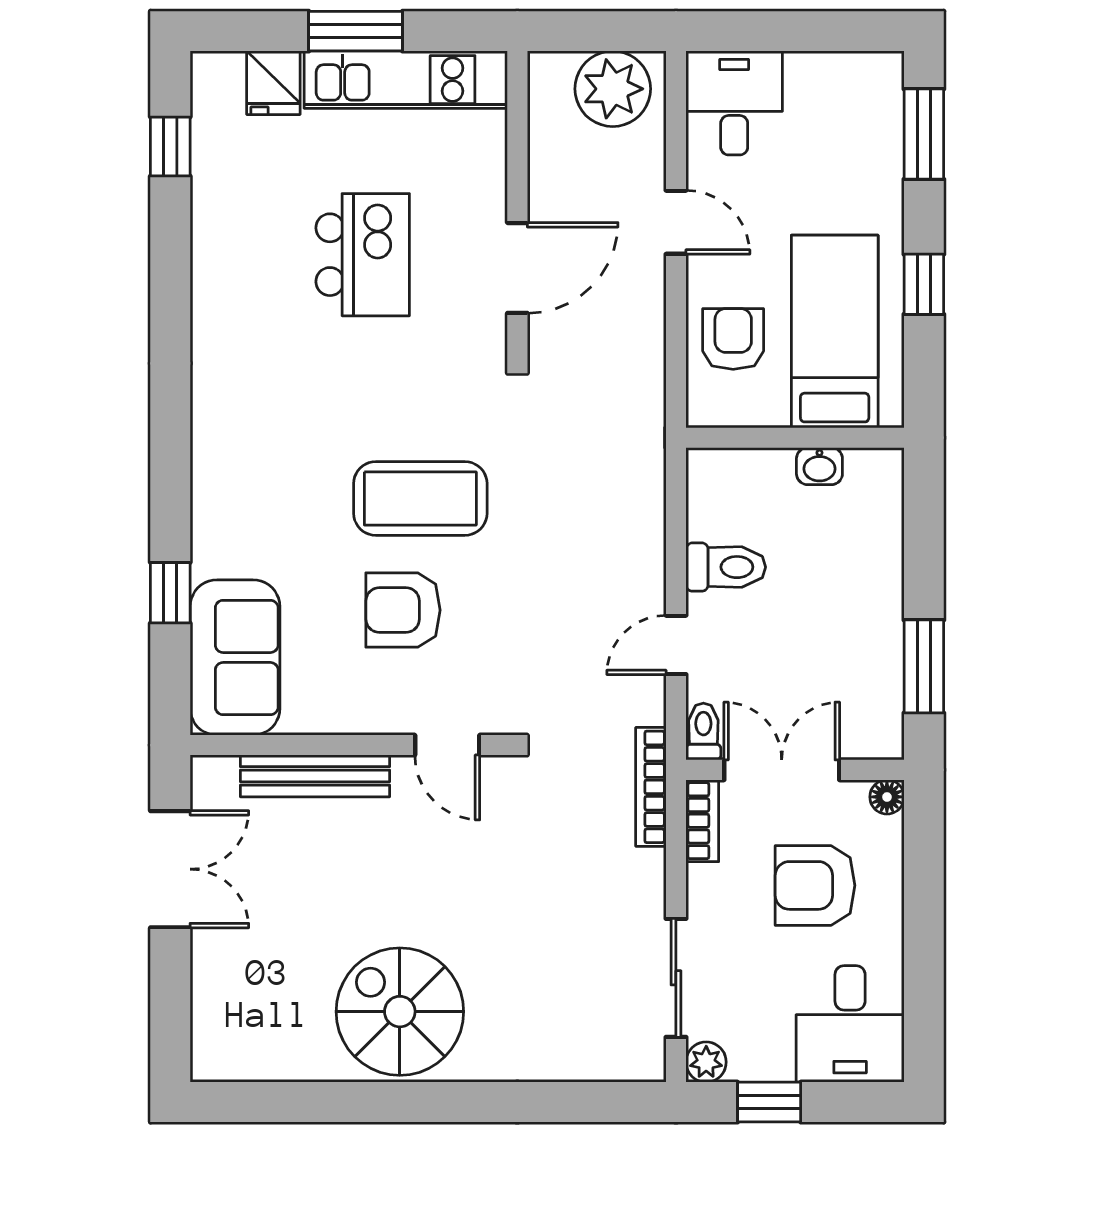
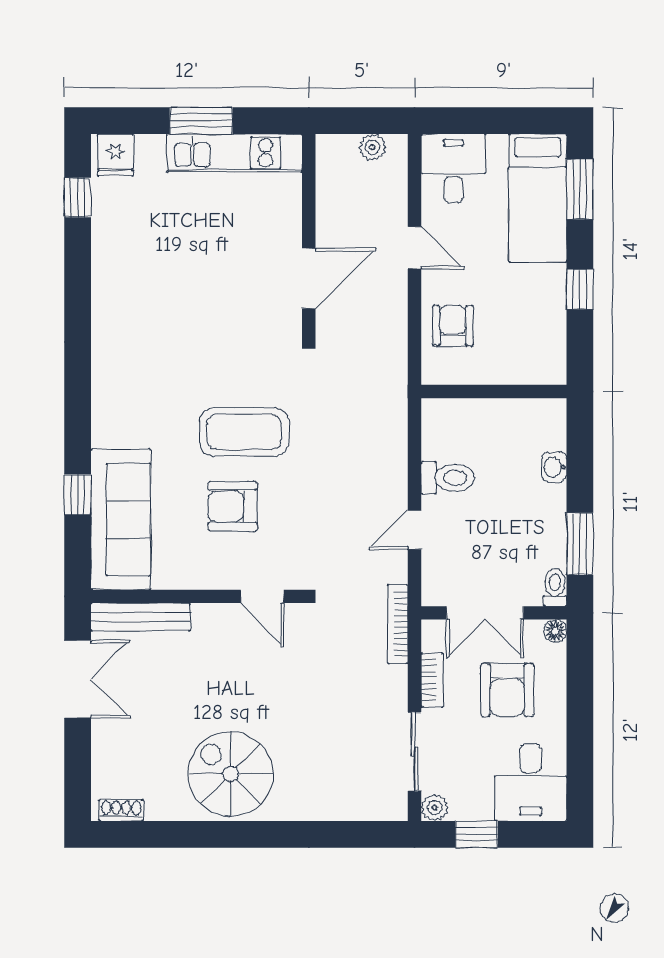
fridge: (273, 83) -> (115, 155), moved
plant: (613, 89) -> (372, 147), width x0.53, depth x0.53
kitchen island: (363, 255) -> (206, 270), removed
bed: (835, 331) -> (538, 198), moved, turned 180
washbasin: (819, 466) -> (554, 467), moved, turned 90
sofa: (235, 657) -> (121, 519), width x1.36
toilet: (703, 732) -> (555, 587), moved
double door: (782, 770) -> (485, 613), swing flipped
bench: (315, 776) -> (141, 617), moved
bookcase: (702, 821) -> (432, 680), moved
armchair: (815, 885) -> (507, 690), turned -90
shoe rack: (236, 1066) -> (121, 810), added

